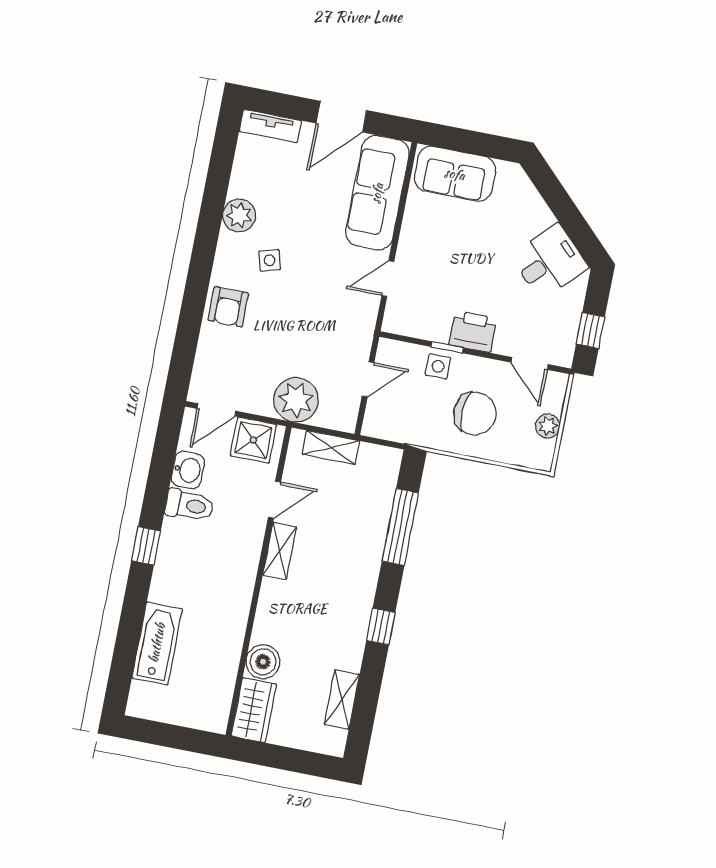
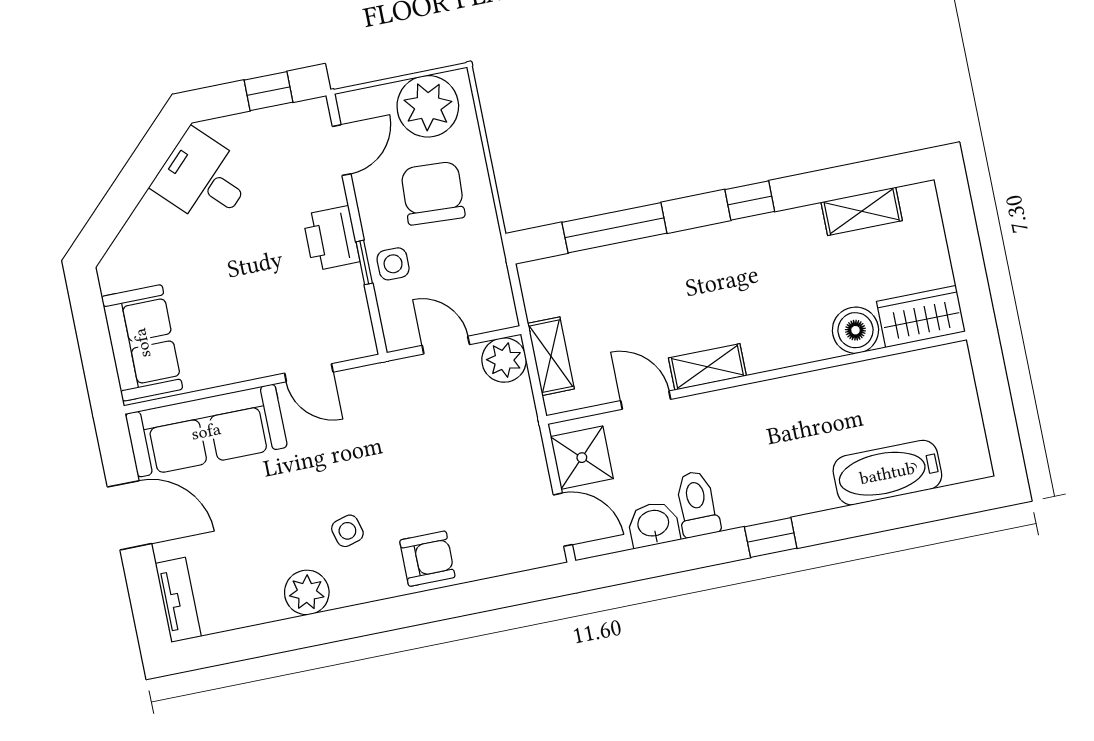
plant: (296, 400) -> (504, 360), moved, width x0.73, depth x0.73
plant: (548, 426) -> (428, 106), width x1.87, depth x1.87

